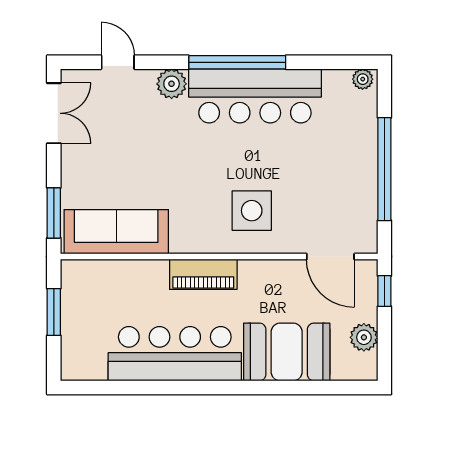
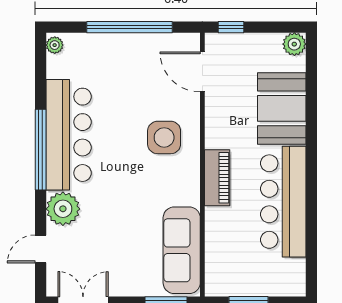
plant: (172, 84) -> (63, 209), width x1.36, depth x1.36
door: (330, 257) -> (202, 72), swing flipped
plant: (364, 337) -> (294, 44), moved

